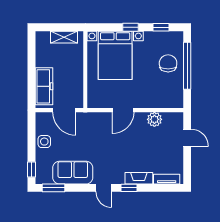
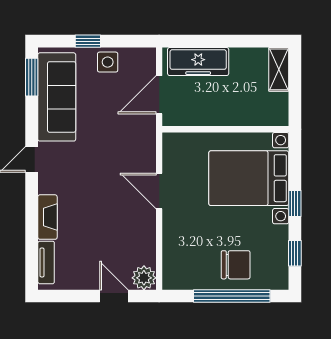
shelving: (64, 37) -> (279, 69), moved
plant: (154, 119) -> (144, 278), moved
door: (187, 138) -> (114, 296), swing flipped
window: (32, 170) -> (88, 41), moved
sofa: (73, 173) -> (57, 97), width x1.36
window: (129, 188) -> (32, 201), removed

